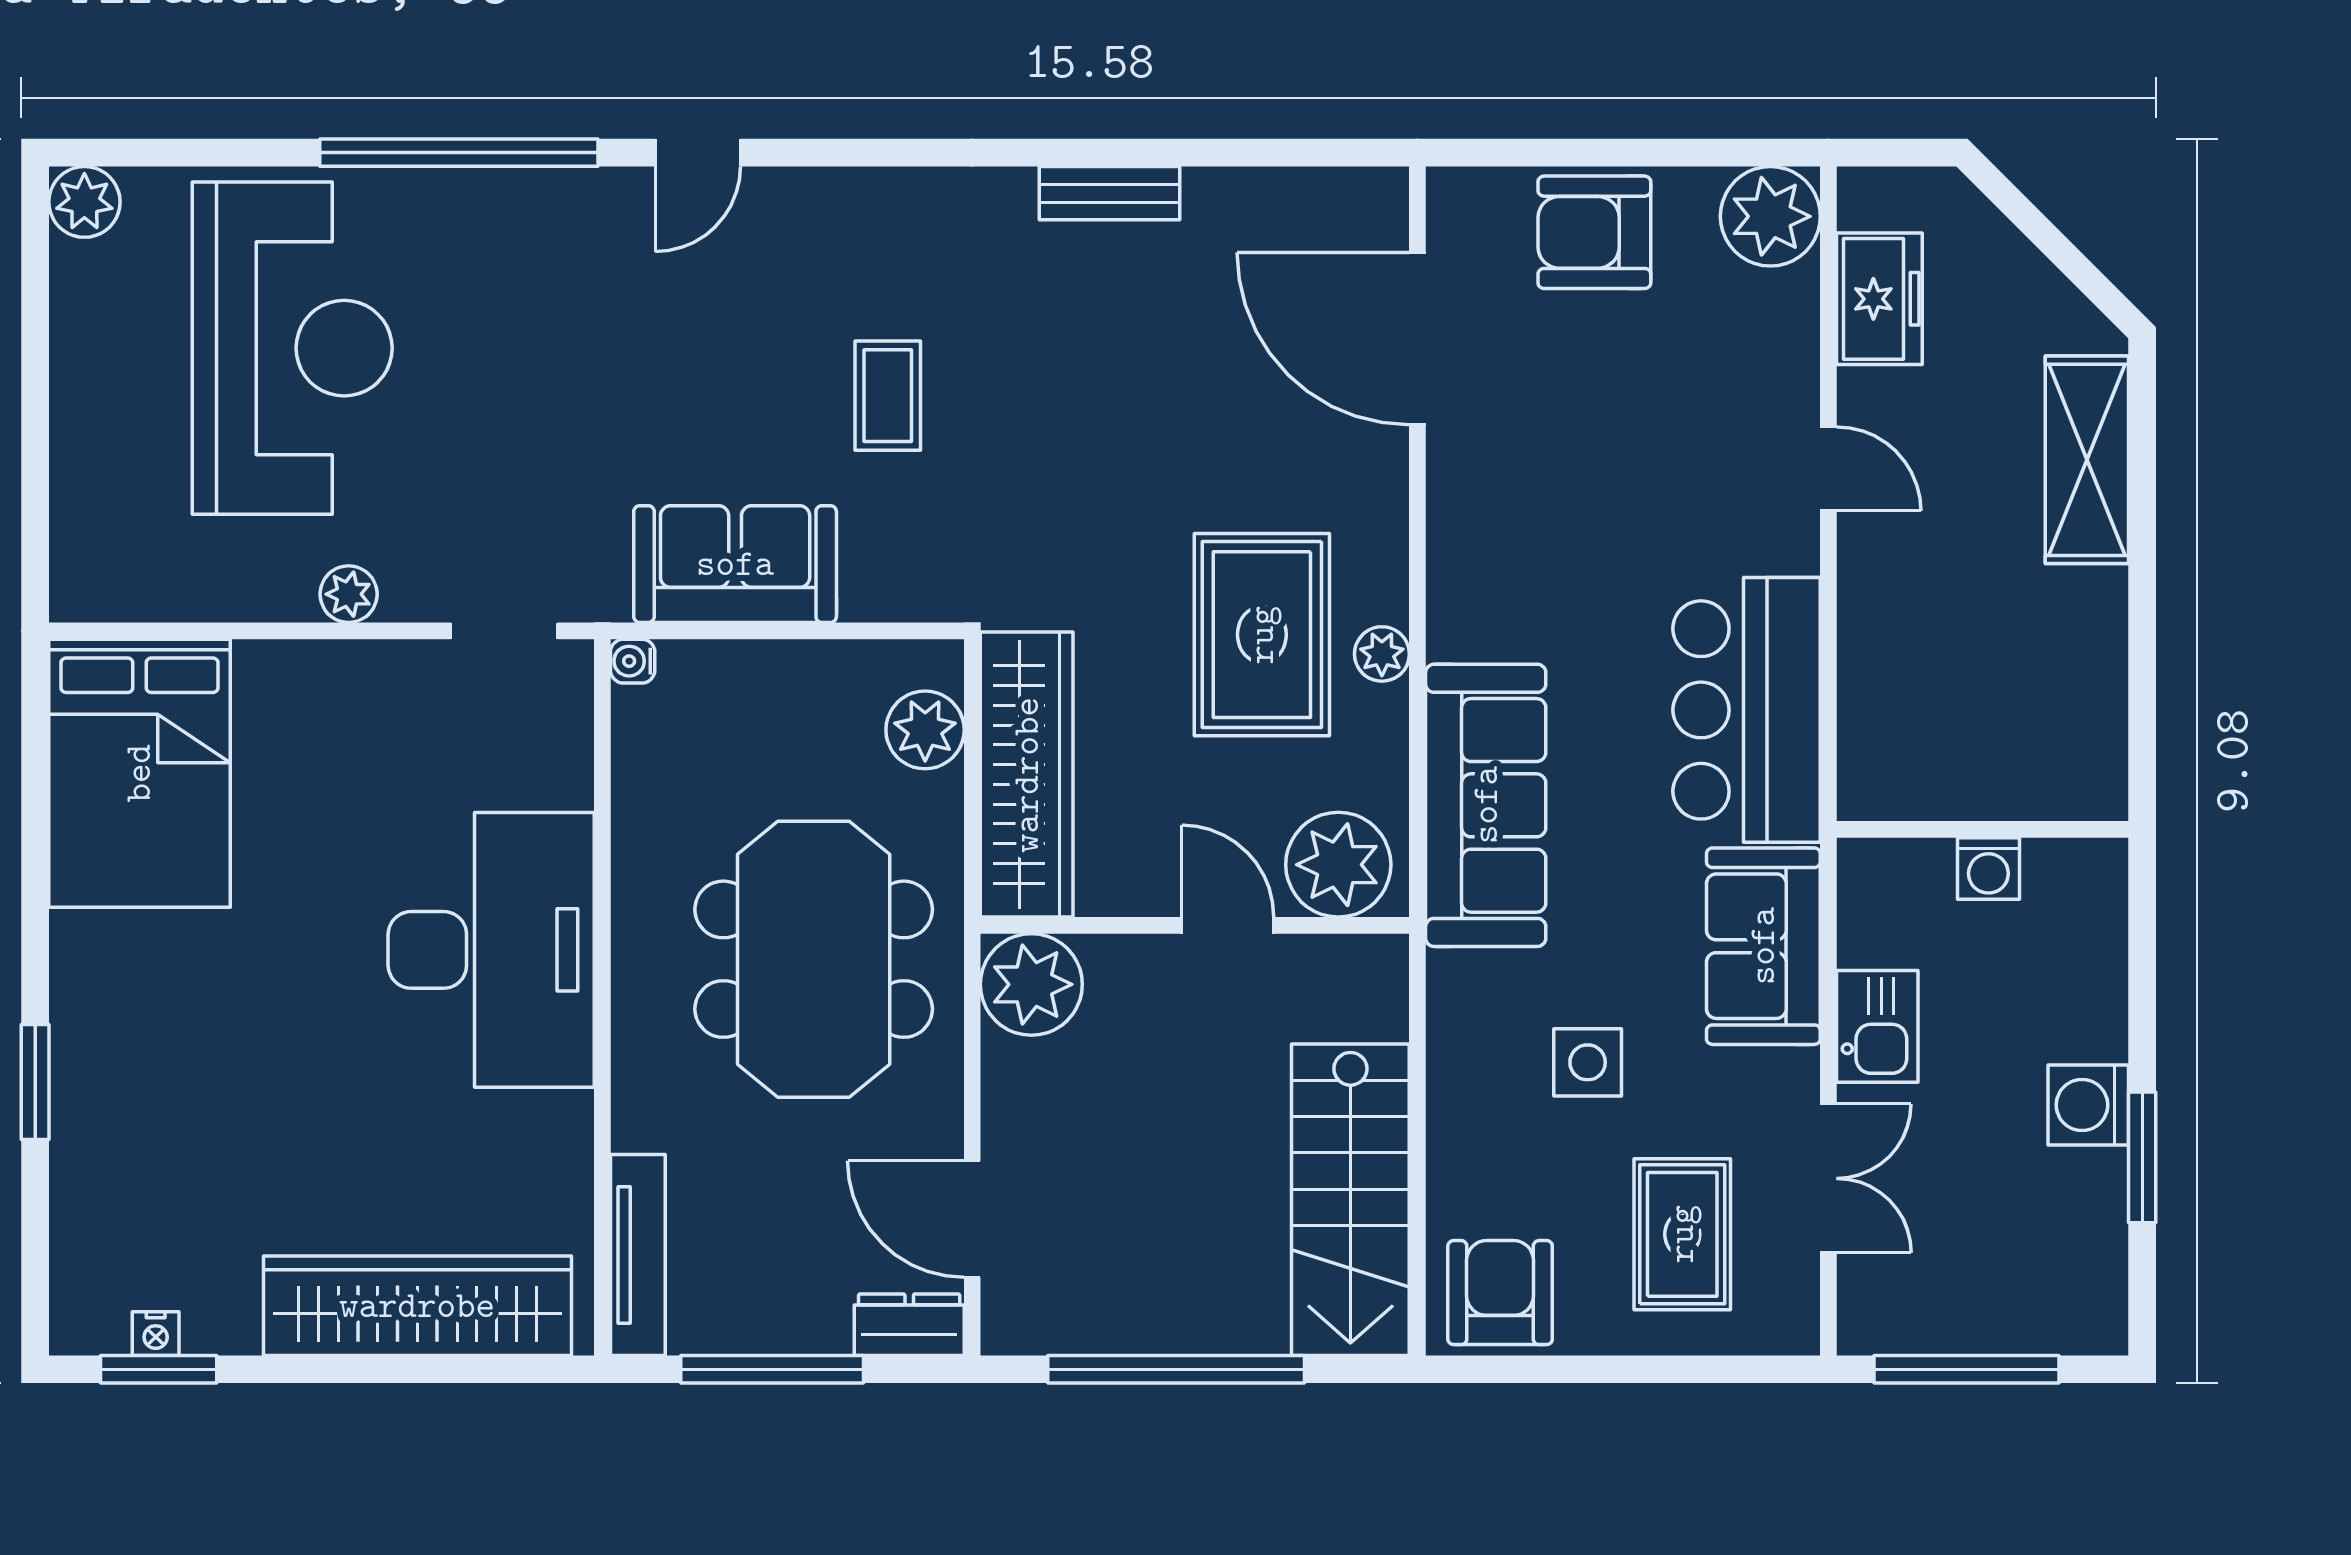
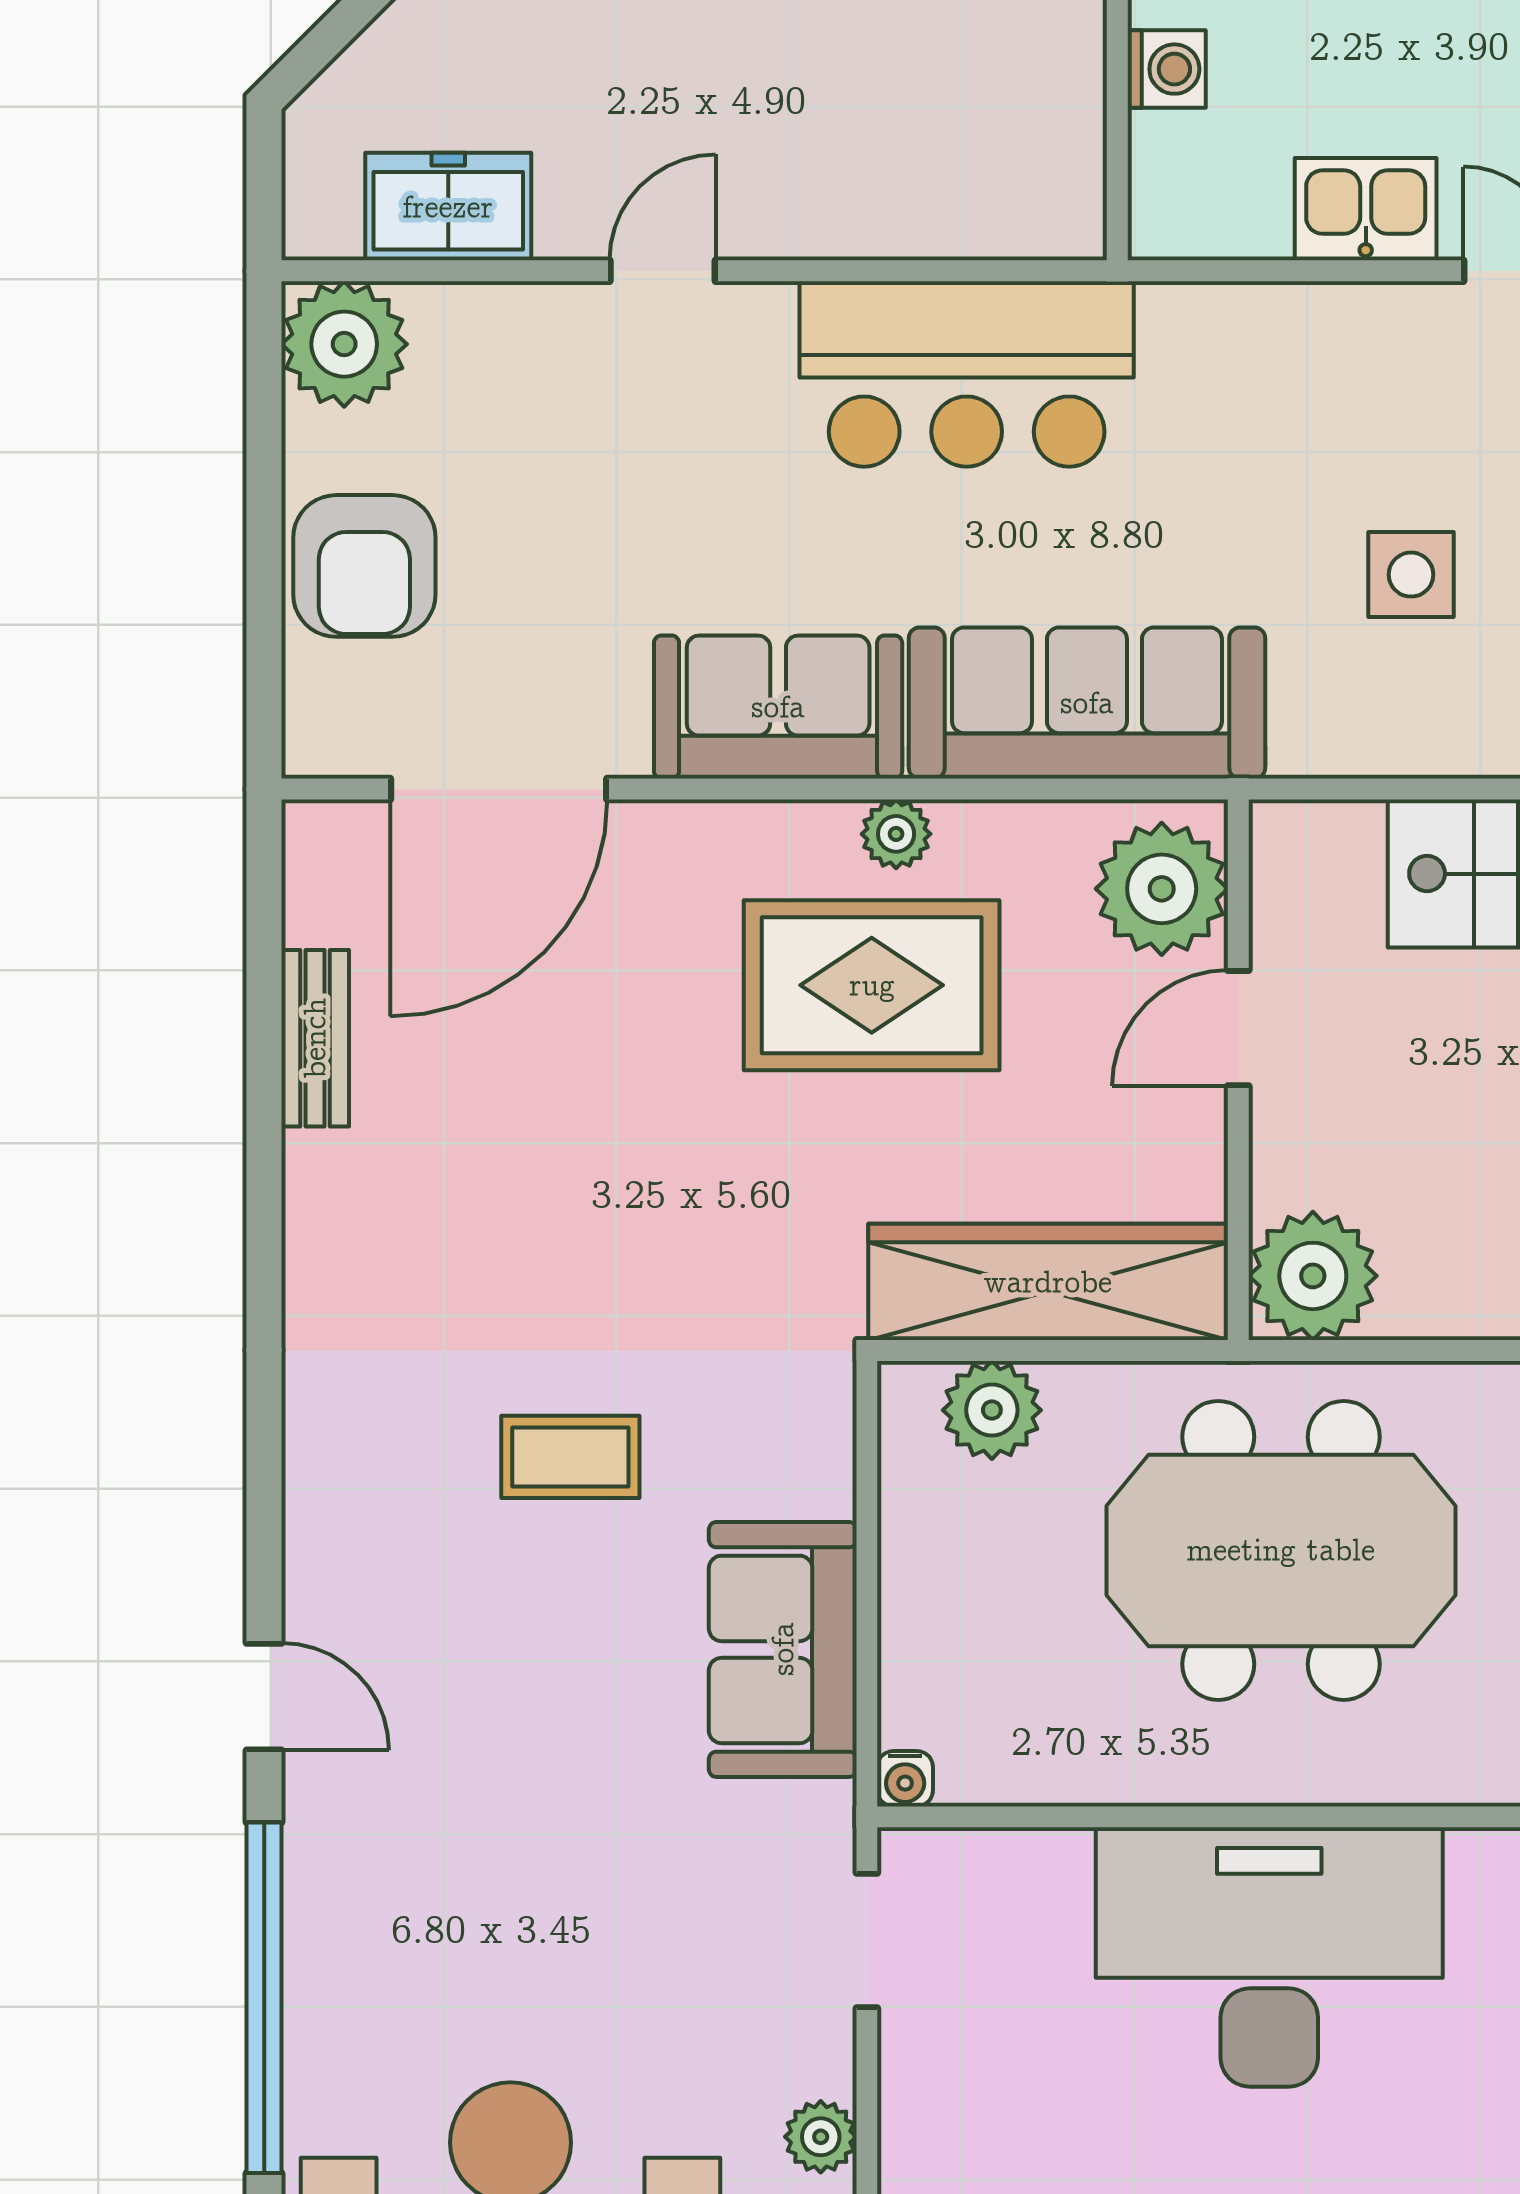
bench: (1110, 193) -> (315, 1038), moved
sofa: (1763, 946) -> (778, 707), moved, turned 180

